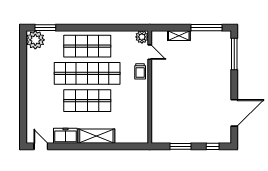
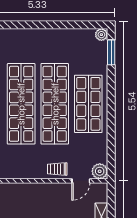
plant: (35, 40) -> (101, 35), width x0.53, depth x0.53
shop shelf: (87, 101) -> (21, 104), width x1.40

